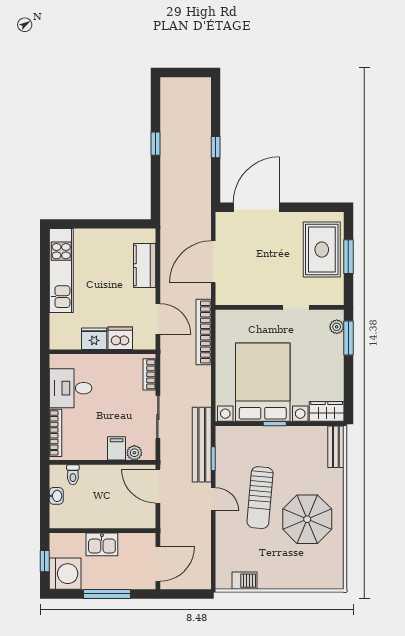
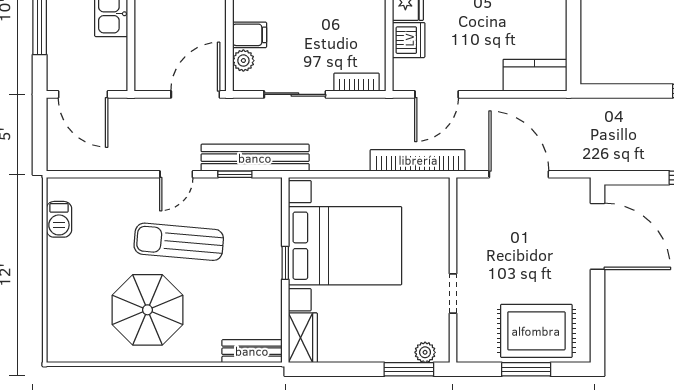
kitchen counter: (145, 266) -> (535, 75), moved

